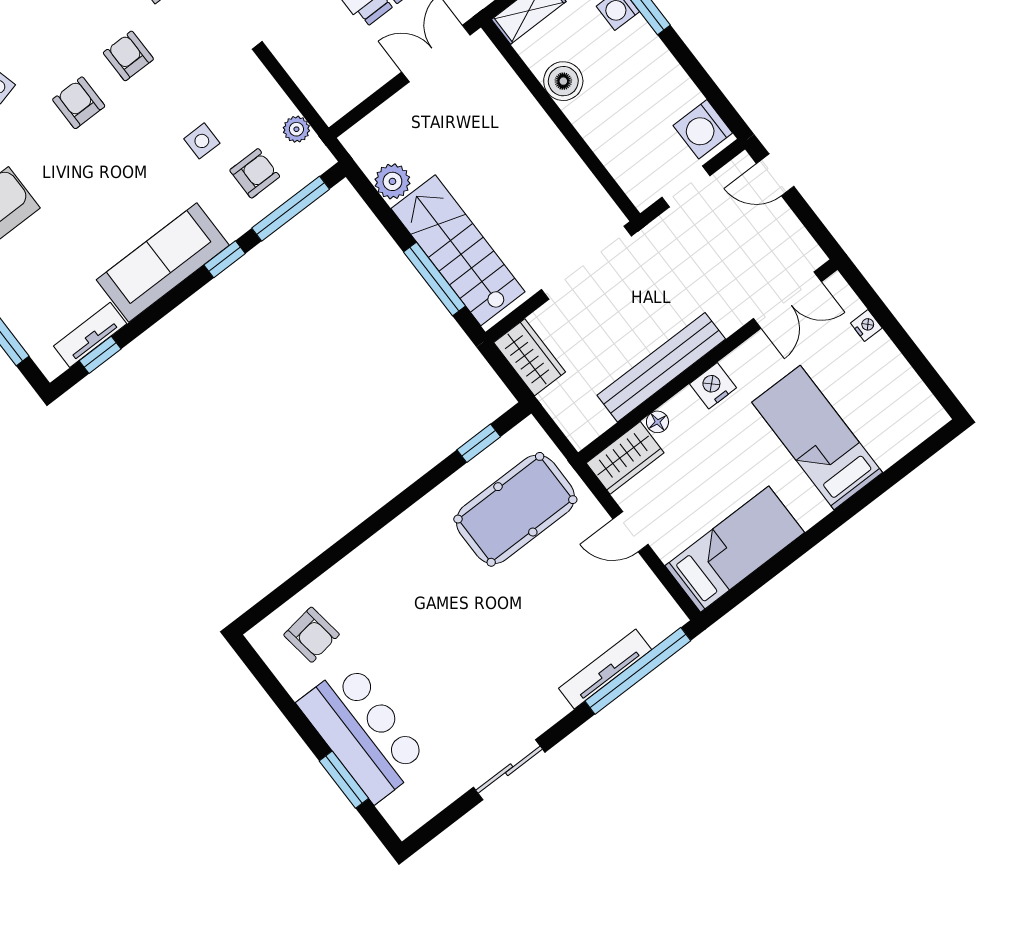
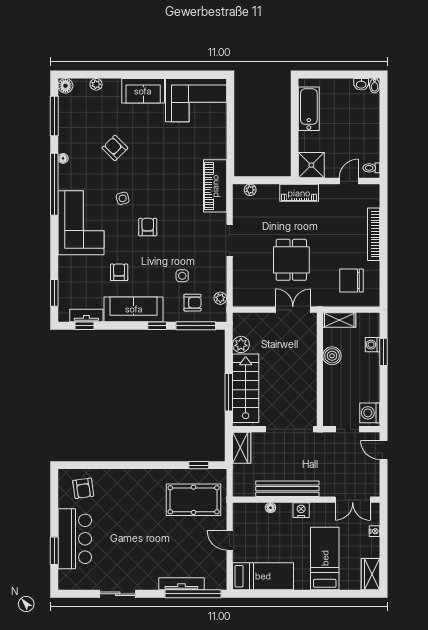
armchair: (128, 56) -> (119, 272), moved
wardrobe: (625, 458) -> (371, 574), moved, turned 90

